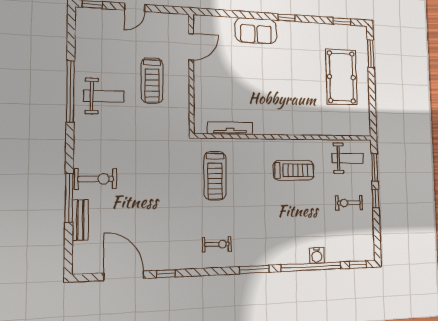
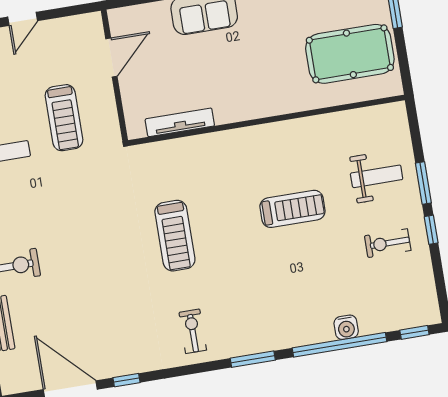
pool table: (341, 77) -> (350, 54), turned 90
tv unit: (230, 128) -> (180, 122), moved
wall: (286, 137) -> (266, 120), moved
exercise bike: (217, 244) -> (193, 331), turned -90

